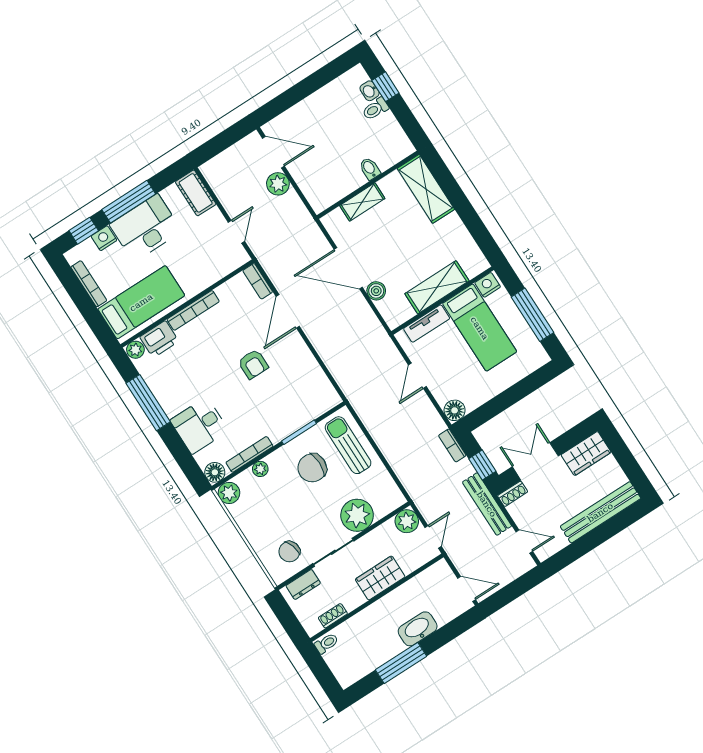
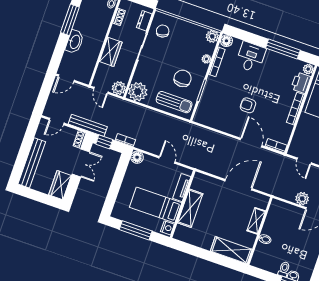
boiler: (376, 291) -> (217, 184), removed
plant: (357, 515) -> (138, 92), moved

